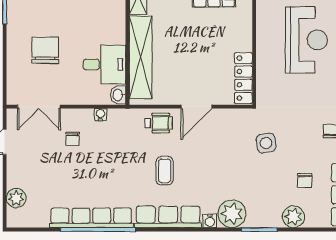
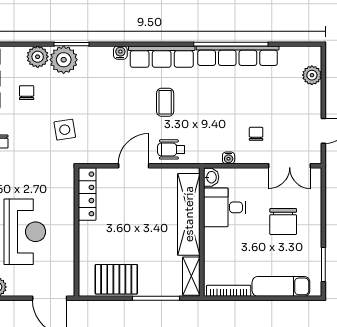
reception desk: (306, 40) -> (25, 232), turned 180
double door: (39, 107) -> (290, 166), swing flipped
plant: (232, 214) -> (64, 60), moved

